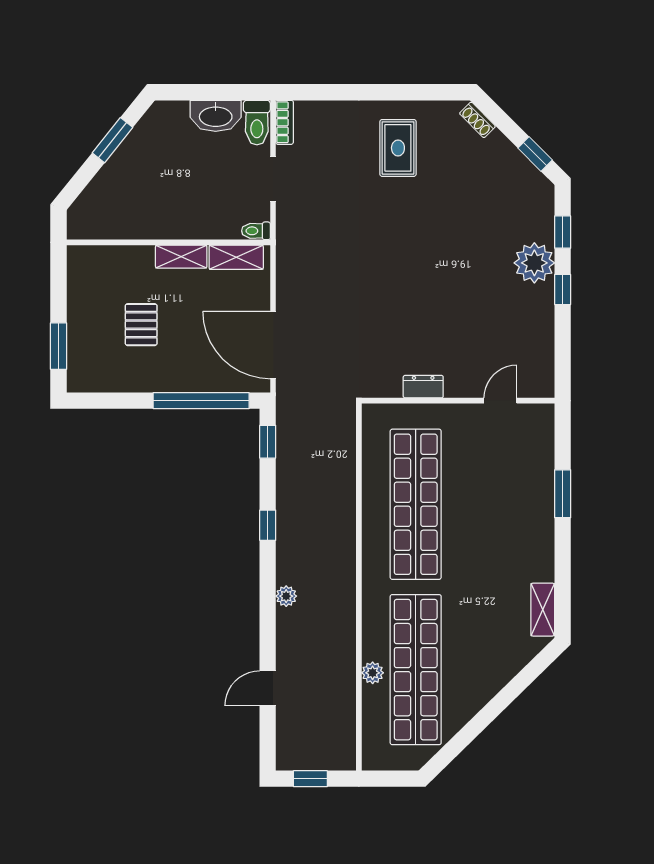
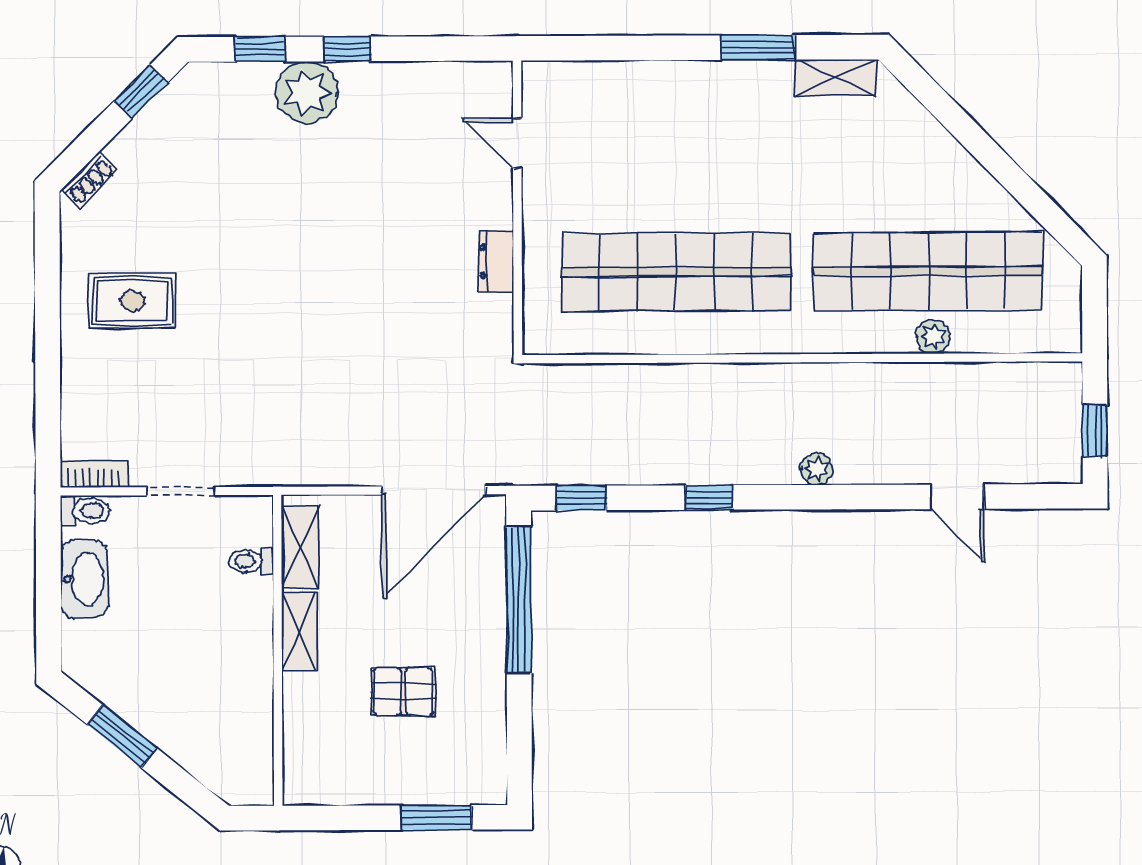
toilet: (257, 123) -> (85, 511), width x0.73, depth x0.72
toilet: (256, 231) -> (251, 561), moved, turned 90
window: (563, 494) -> (758, 47), moved

